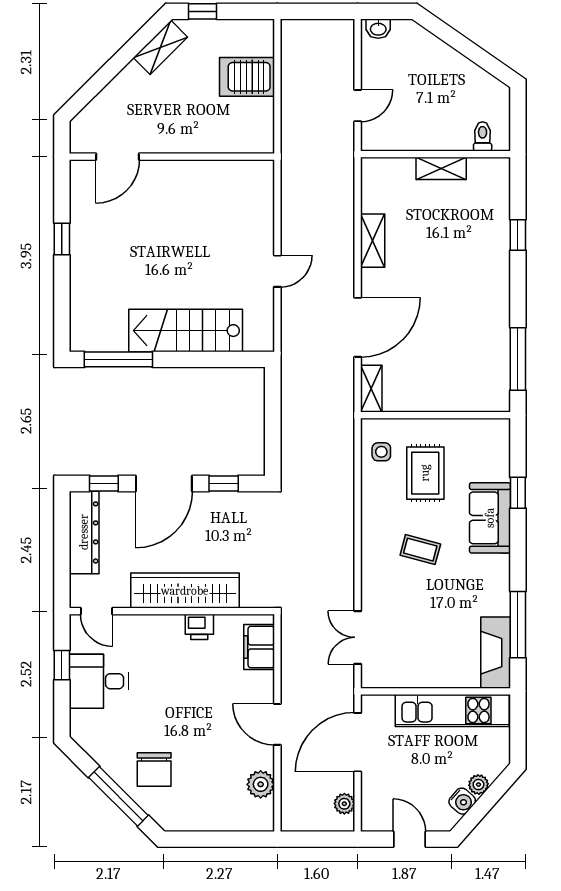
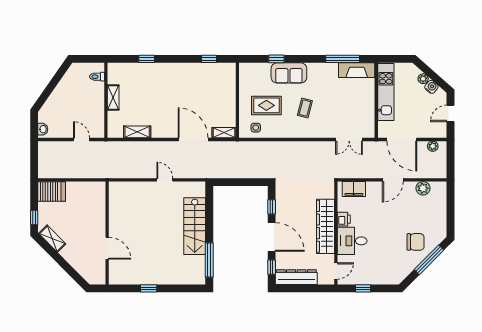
server rack: (247, 77) -> (52, 192), moved, turned -90
door: (118, 157) -> (107, 248), moved
shelving: (373, 241) -> (137, 132), moved
window: (518, 359) -> (209, 59), width x0.46
desk: (99, 681) -> (352, 241), moved, turned 90

